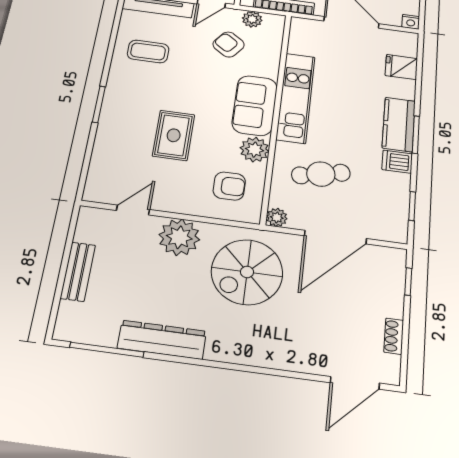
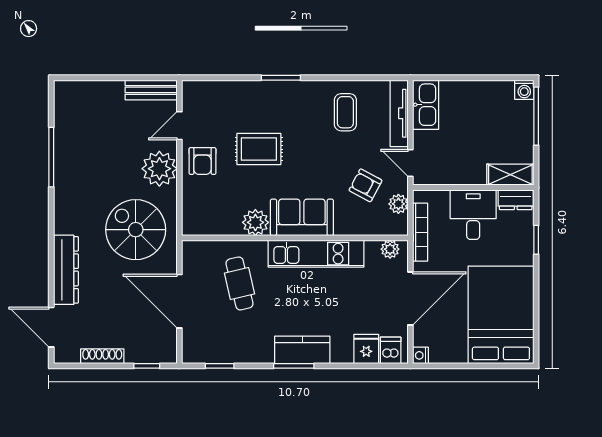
armchair: (229, 45) -> (365, 185), turned -98
dishwasher: (397, 162) -> (391, 350), moved
armchair: (229, 186) -> (202, 161), moved
door: (133, 210) -> (179, 126), swing flipped
plant: (277, 217) -> (390, 249), moved
bench: (78, 272) -> (151, 90), moved
shoe rack: (394, 336) -> (102, 356), width x1.43
dresser: (162, 340) -> (66, 270), moved
window: (107, 350) -> (51, 157), moved

